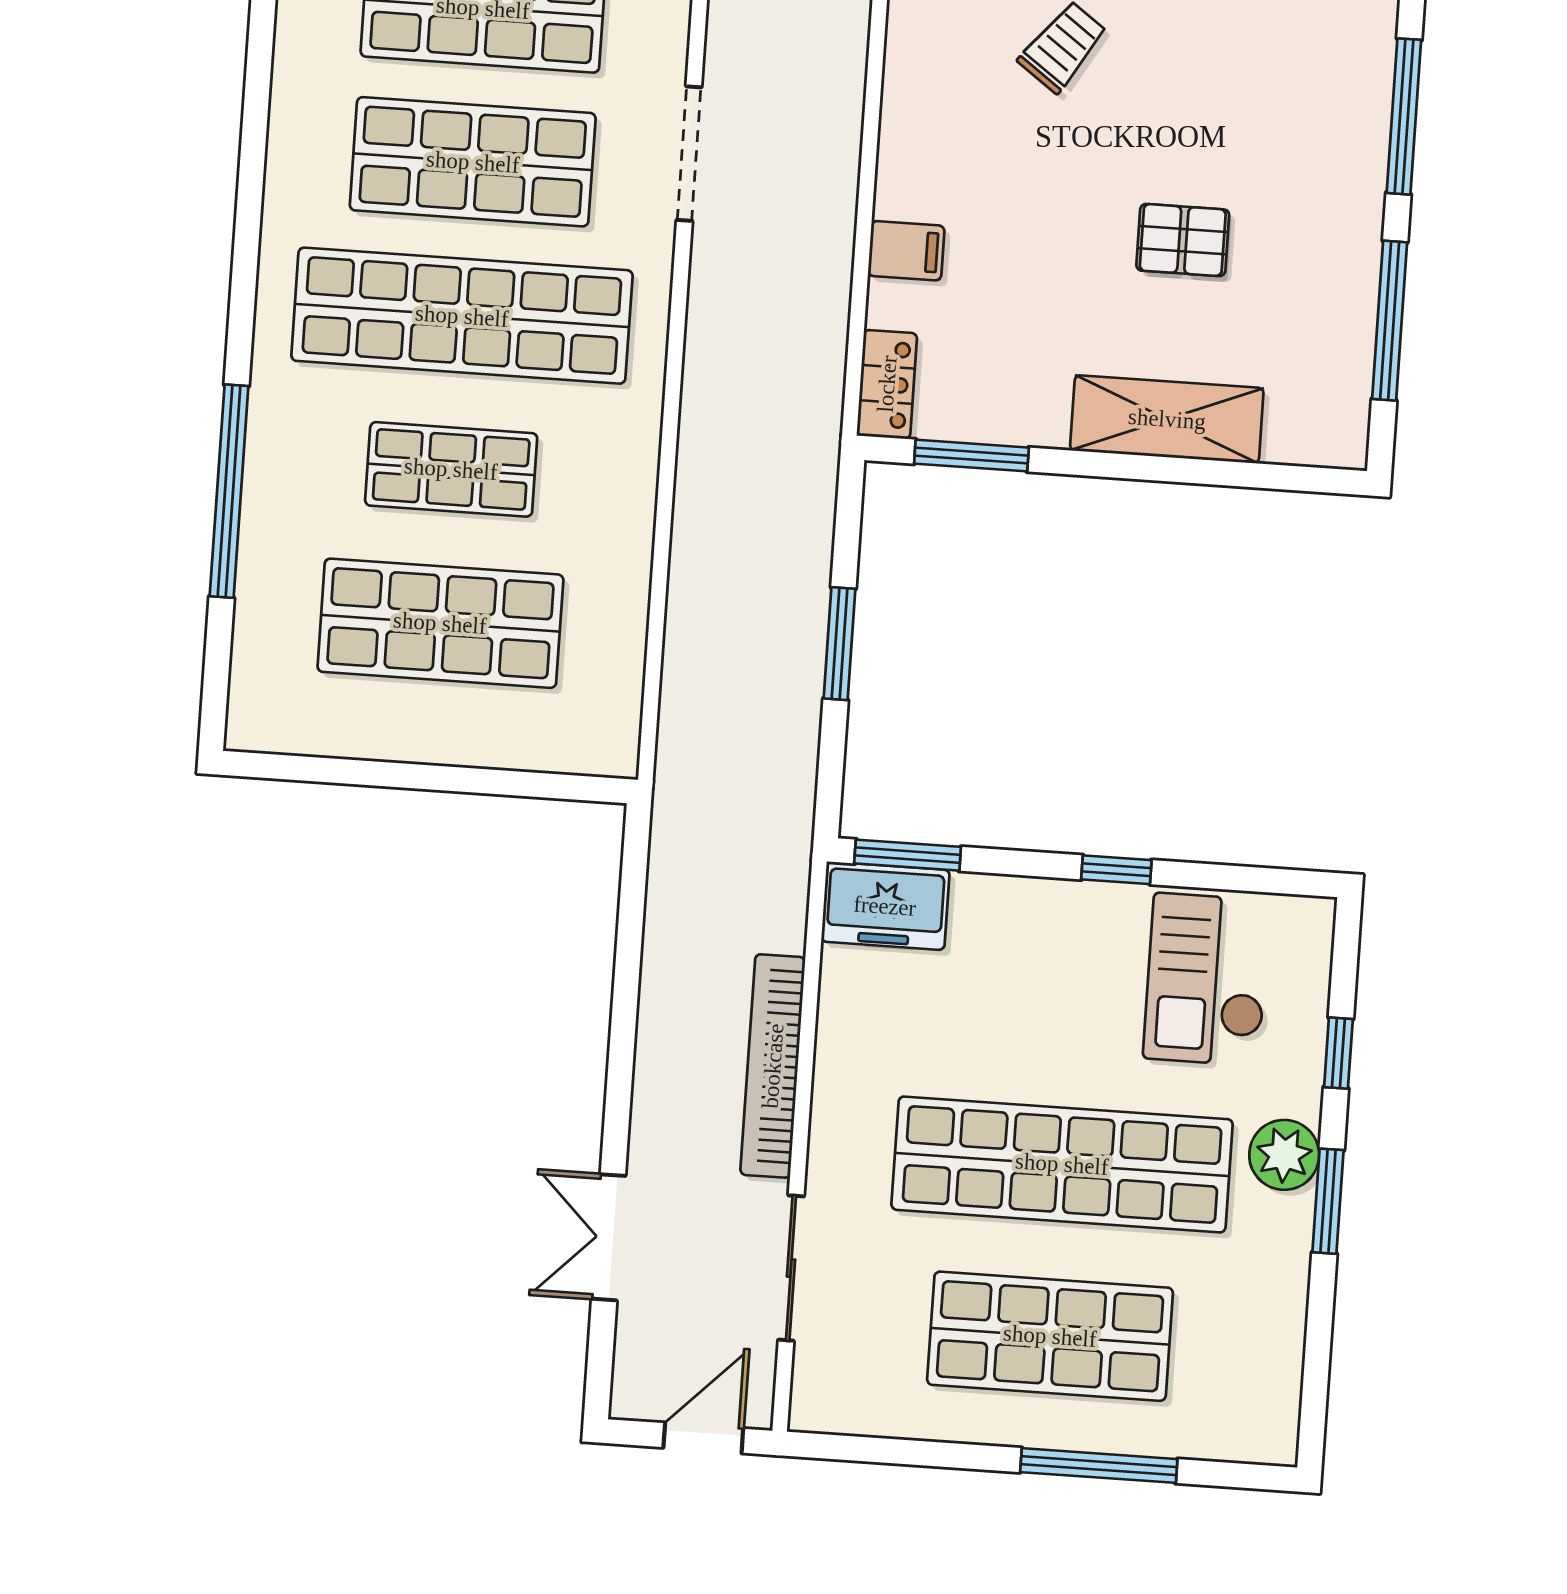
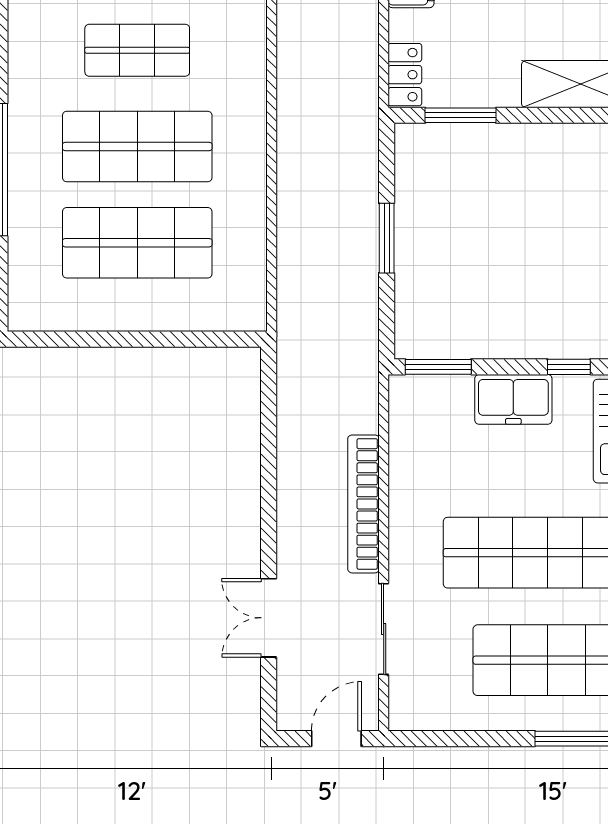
shop shelf: (462, 316) -> (137, 50), width x0.50, depth x0.74
shop shelf: (451, 469) -> (137, 147), width x1.43, depth x1.36
freezer: (885, 906) -> (513, 399), moved

